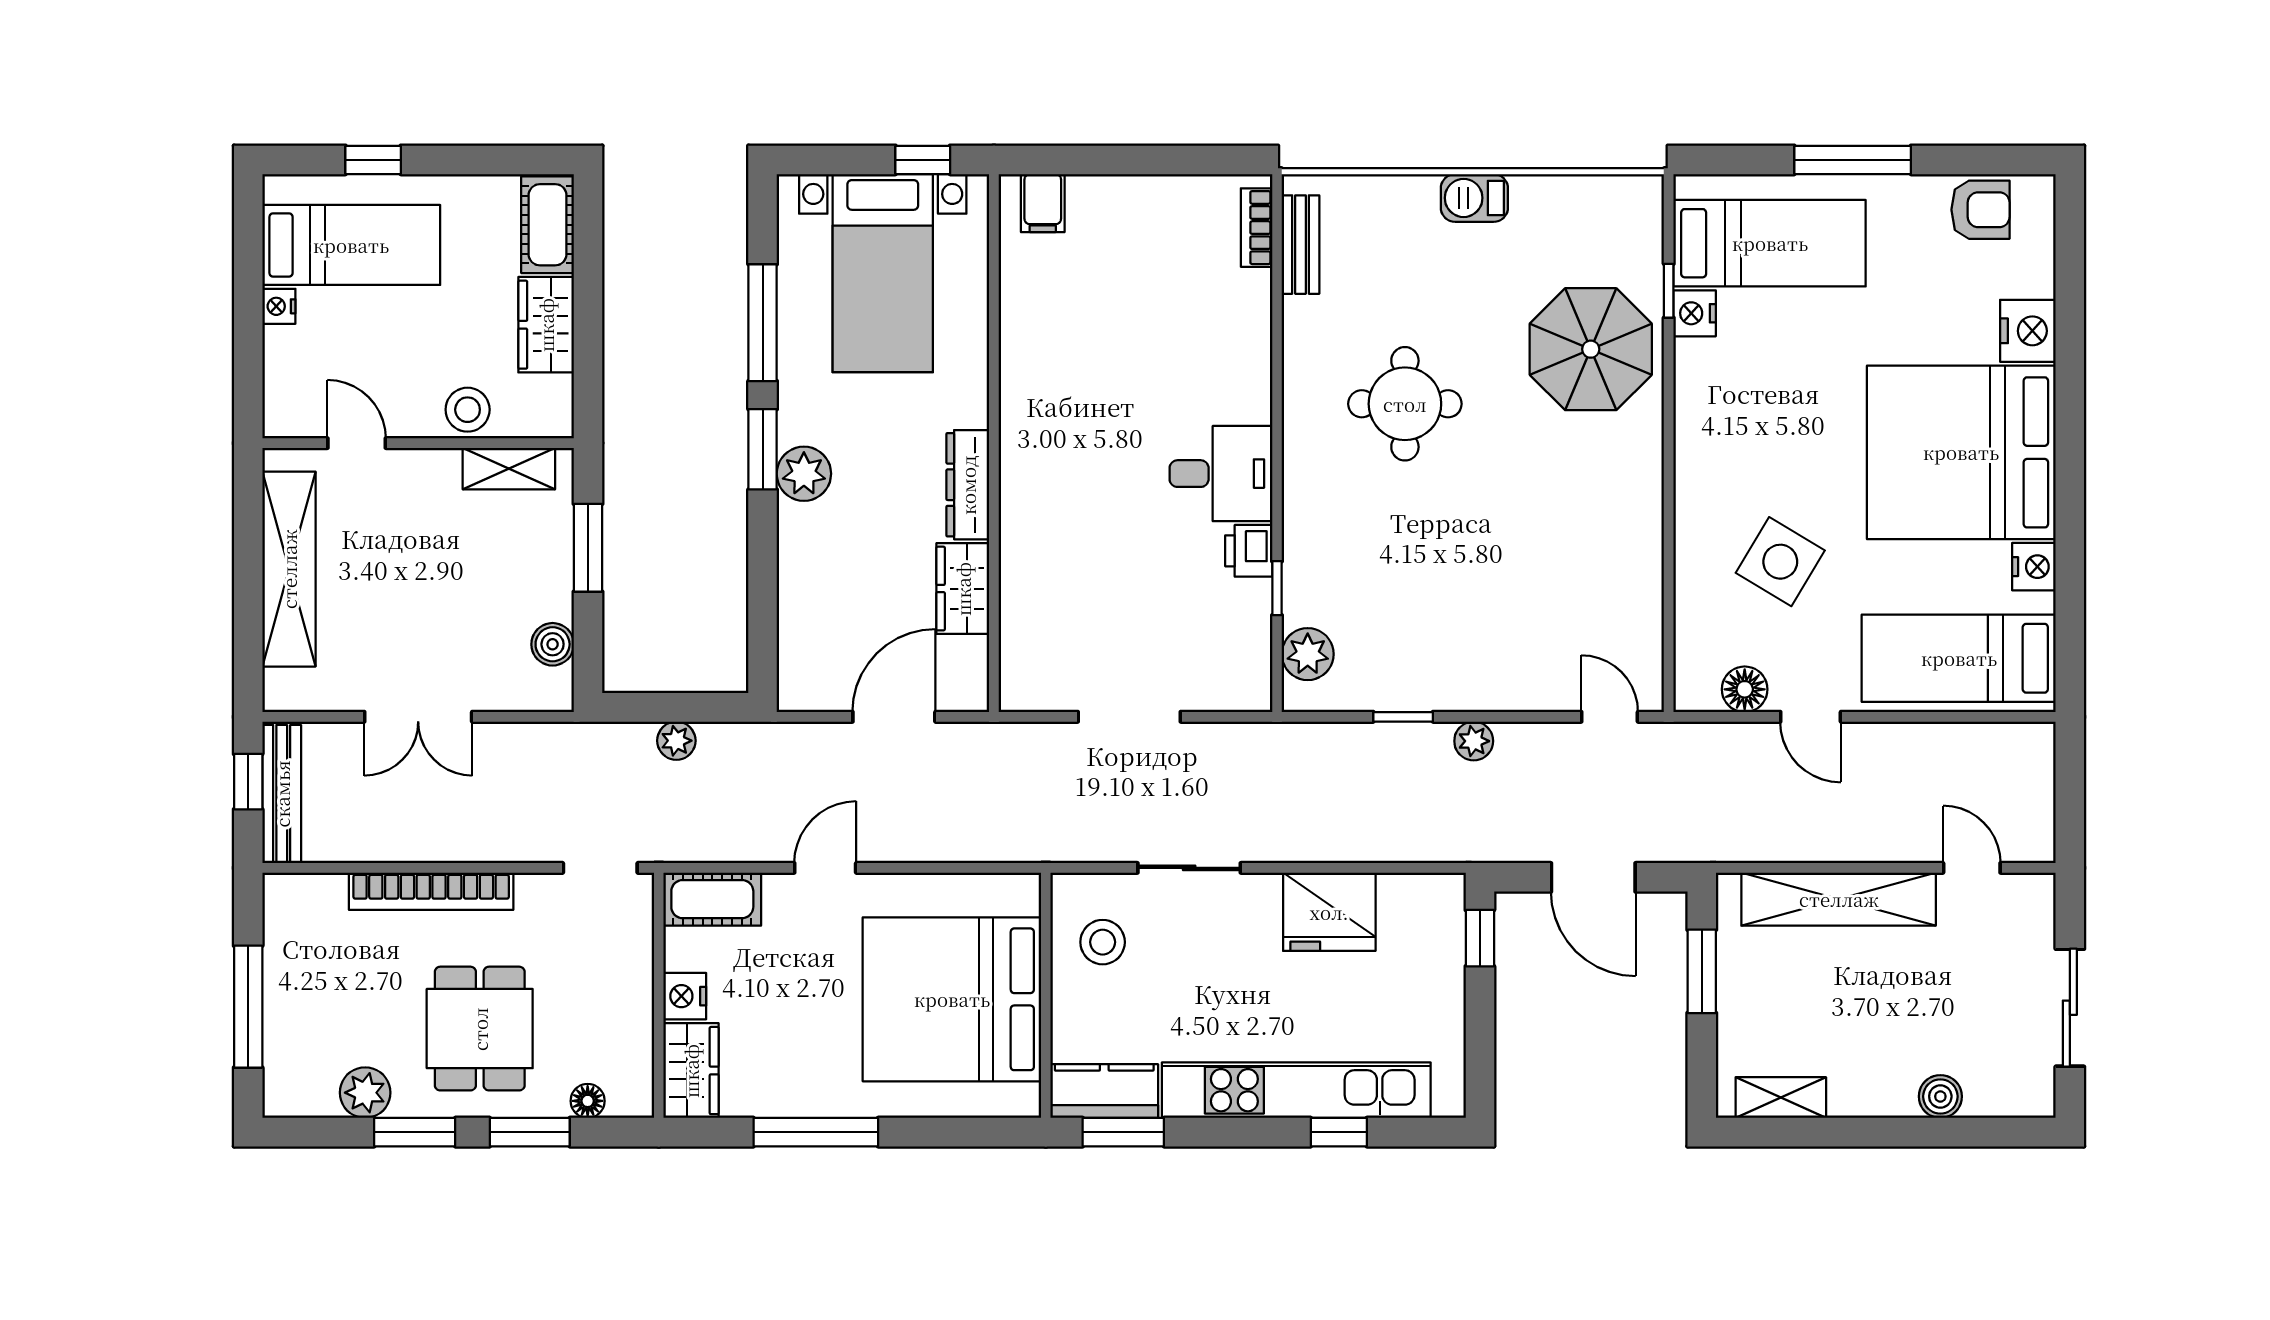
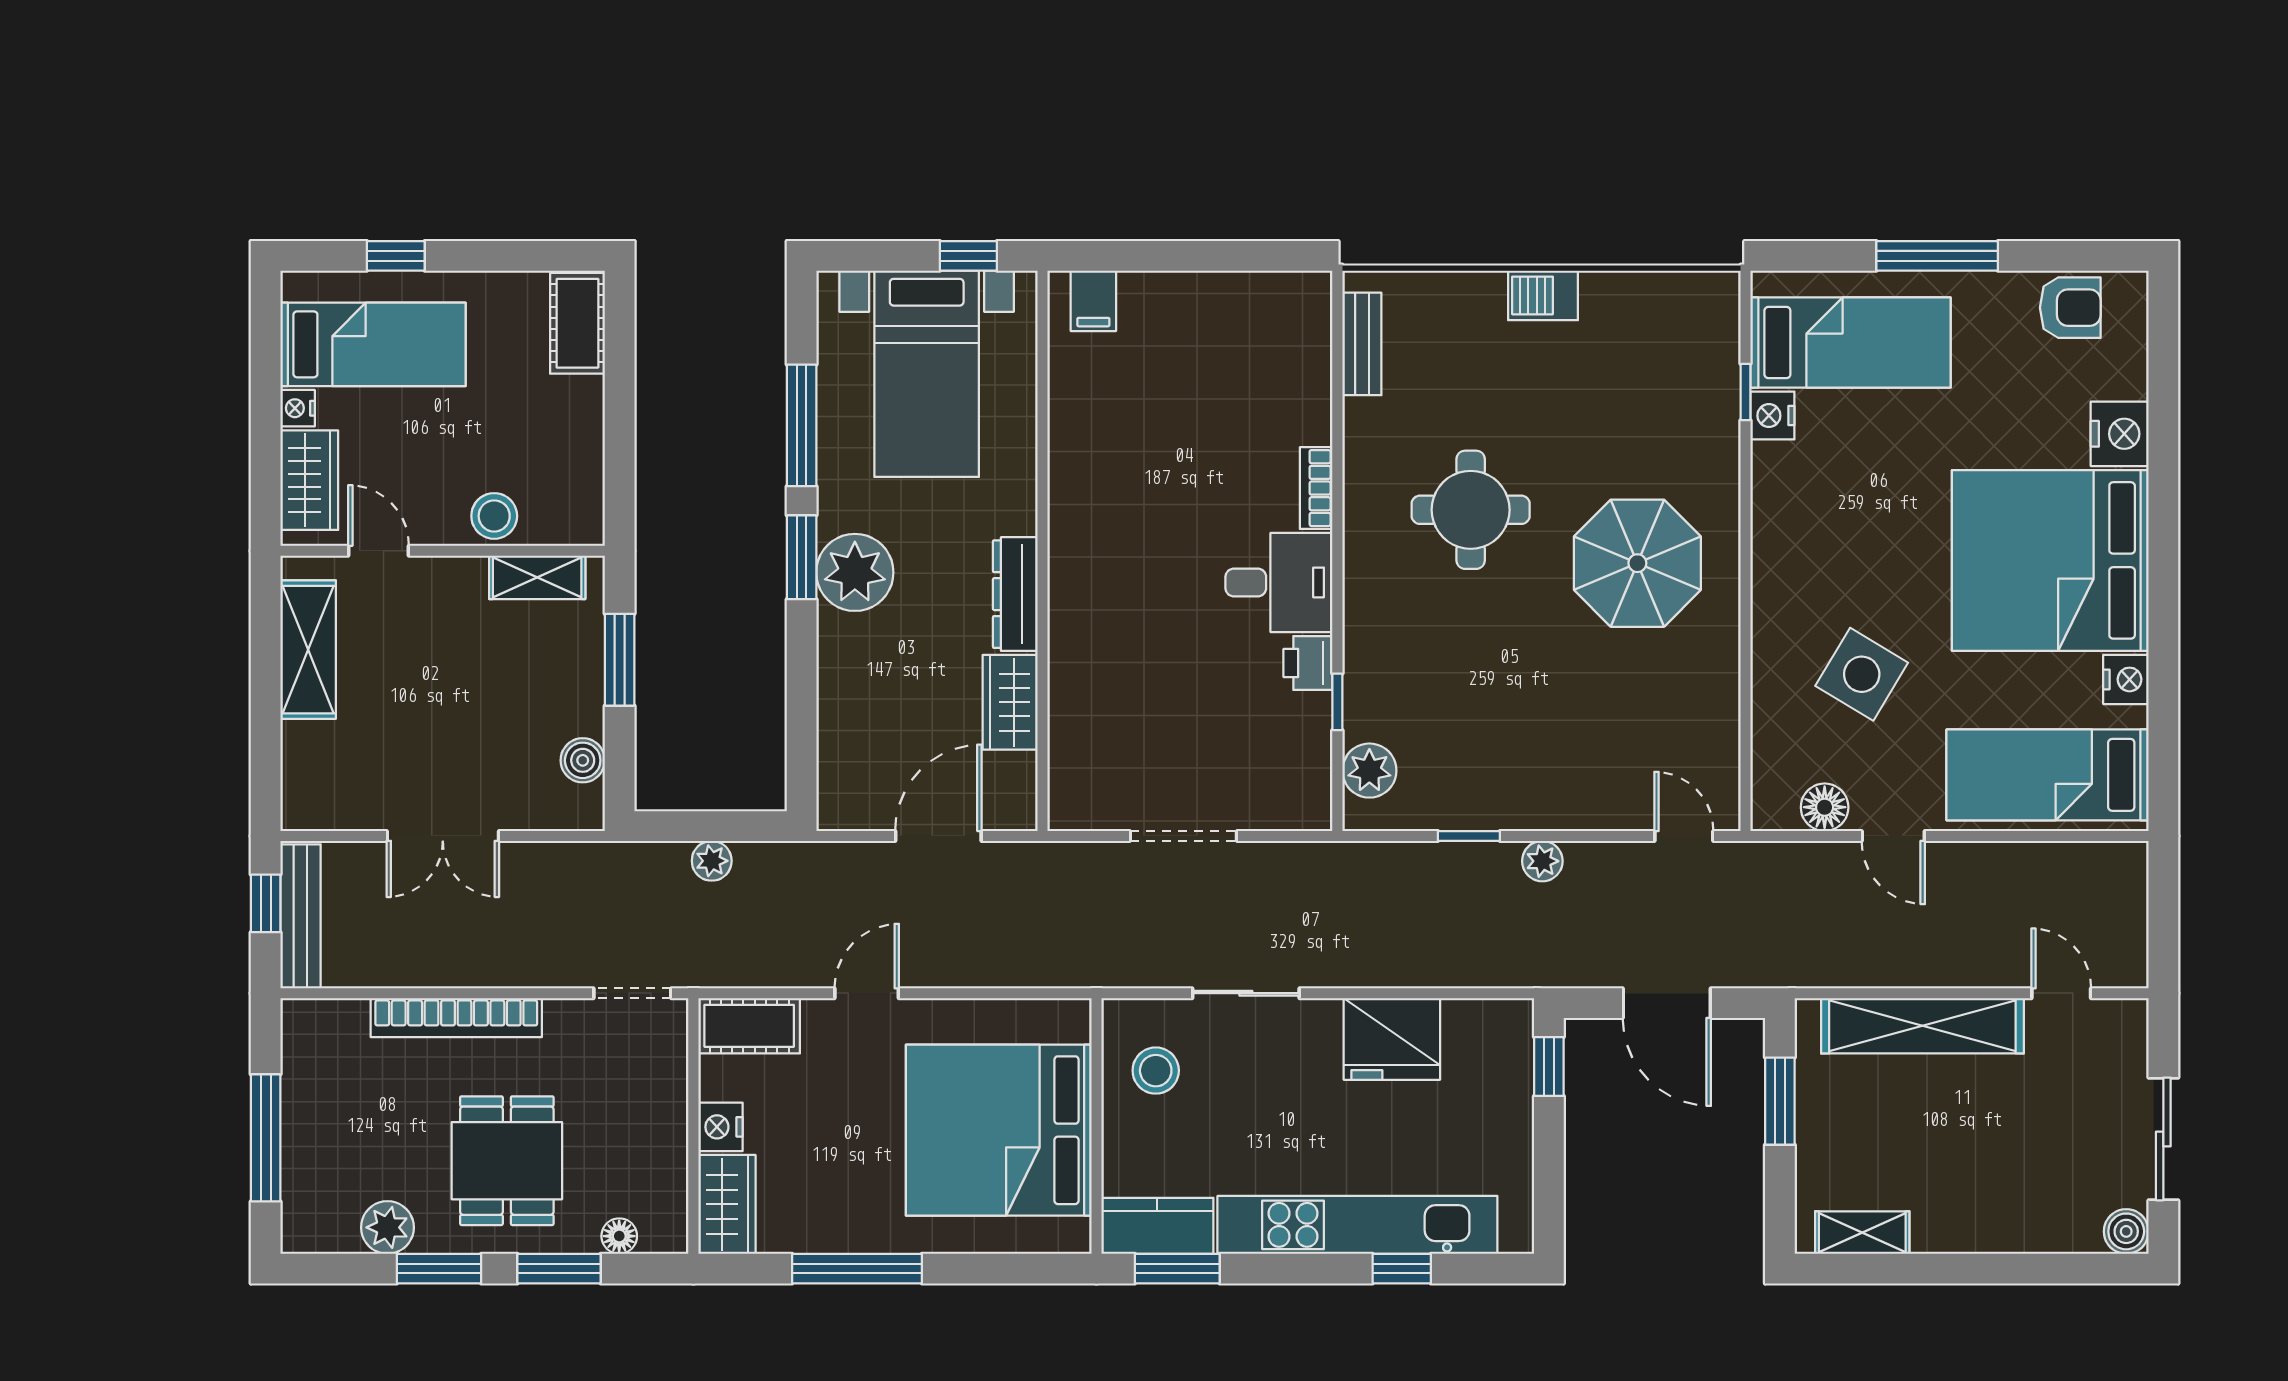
bookcase: (1257, 228) -> (1316, 488), moved
wardrobe: (546, 325) -> (309, 480), moved, turned 180
parasol: (1591, 349) -> (1637, 563), moved
plant: (804, 474) -> (855, 572), width x1.36, depth x1.36
shelving: (289, 569) -> (308, 650), width x0.68
boiler: (1940, 1096) -> (2126, 1231), moved

